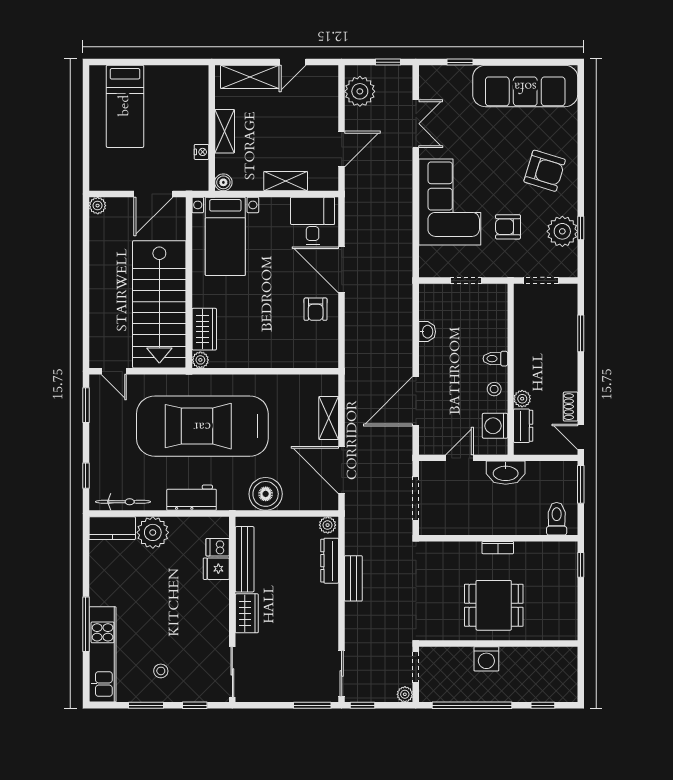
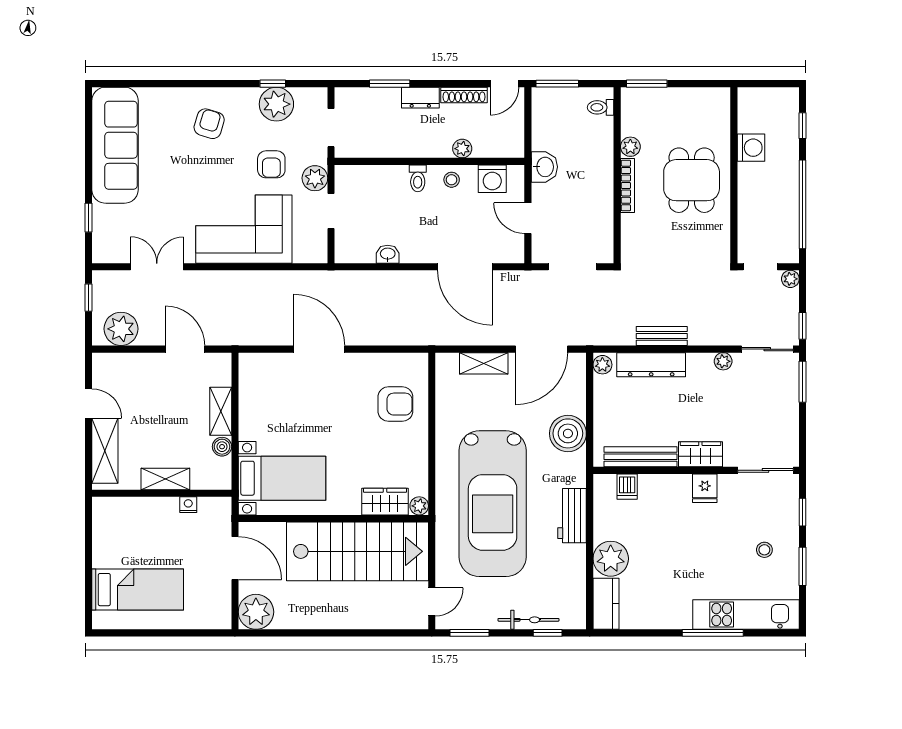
armchair: (545, 171) -> (209, 124), width x0.72, depth x0.72
boiler: (223, 182) -> (222, 447), moved
plant: (98, 206) -> (256, 612), width x1.87, depth x1.87
desk: (313, 221) -> (265, 381), removed
plant: (496, 266) -> (315, 178), added
door: (342, 270) -> (319, 349), swing flipped
armchair: (316, 309) -> (395, 404), moved, width x1.38, depth x1.38
shoe rack: (571, 407) -> (464, 95), width x1.43
dresser: (523, 426) -> (420, 98), moved, turned 180
washbasin: (506, 473) -> (544, 167), width x0.72
bicycle: (123, 502) -> (528, 620), moved, turned 90
toilet: (557, 519) -> (601, 107), width x0.73, depth x0.72
bookcase: (498, 548) -> (628, 185), width x1.56
plant: (524, 550) -> (630, 147), added
dresser: (330, 561) -> (651, 365), width x1.37, depth x1.24
window: (581, 565) -> (647, 84), width x1.50
fridge: (216, 569) -> (705, 488), moved
plant: (331, 634) -> (723, 361), added
washing machine: (486, 659) -> (751, 148), moved

